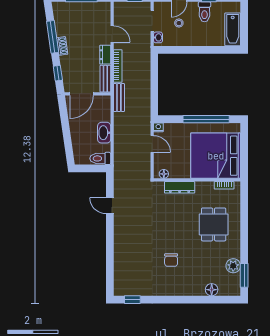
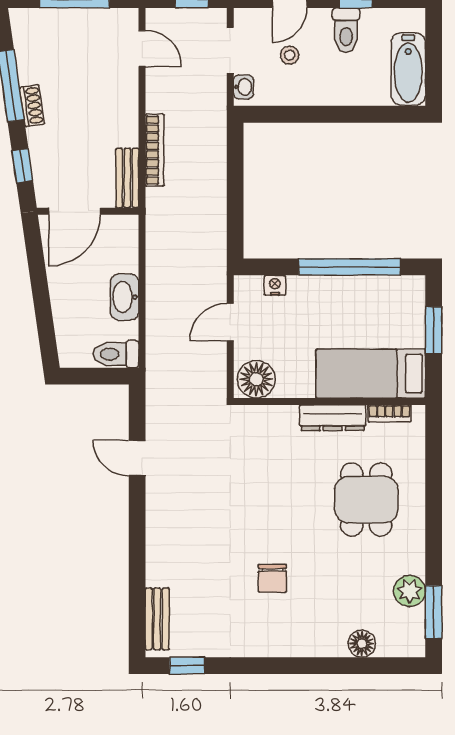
door: (112, 34) -> (142, 48), moved
dresser: (105, 55) -> (127, 125), removed
bench: (119, 98) -> (157, 619), moved
nightstand: (158, 127) -> (275, 285), moved
door: (152, 144) -> (230, 322), swing flipped
window: (244, 148) -> (434, 330), added
bed: (216, 156) -> (371, 374), width x0.49
floor lamp: (164, 174) -> (256, 379), width x1.89, depth x1.89
dresser: (180, 187) -> (333, 418), moved

